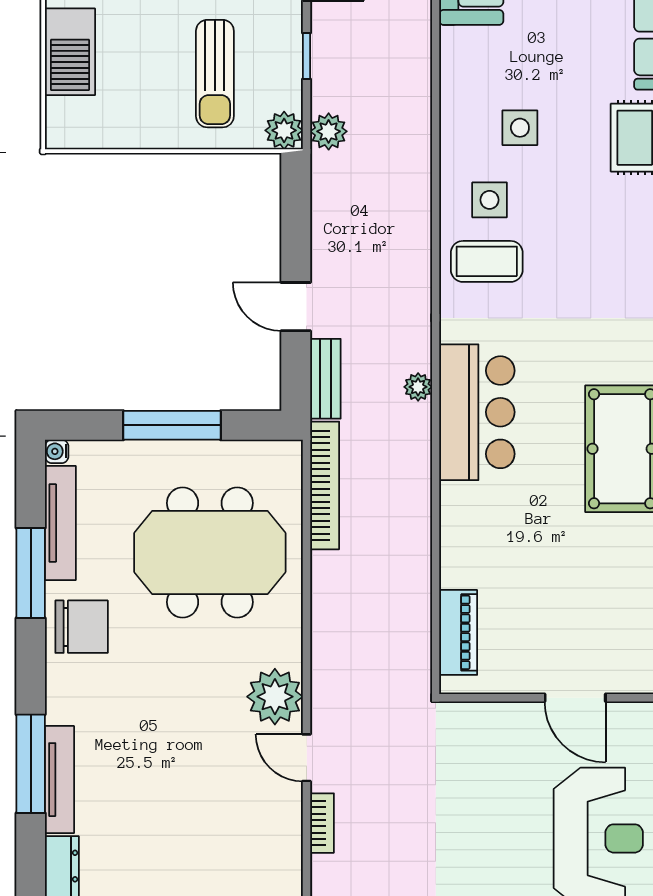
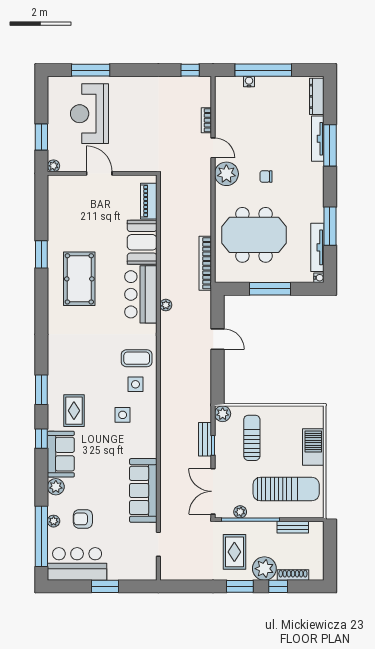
plant: (329, 131) -> (204, 413), removed
bench: (325, 379) -> (205, 439), moved
booth: (474, 535) -> (142, 242), added
chair: (82, 627) -> (266, 177), moved, width x0.54, depth x0.54

